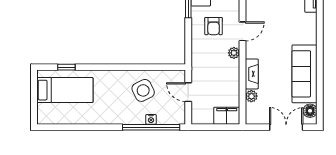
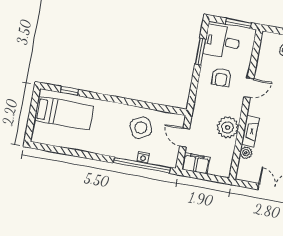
plant: (234, 53) -> (228, 127), moved, width x1.88, depth x1.88
filing cabinet: (227, 116) -> (196, 163), moved

